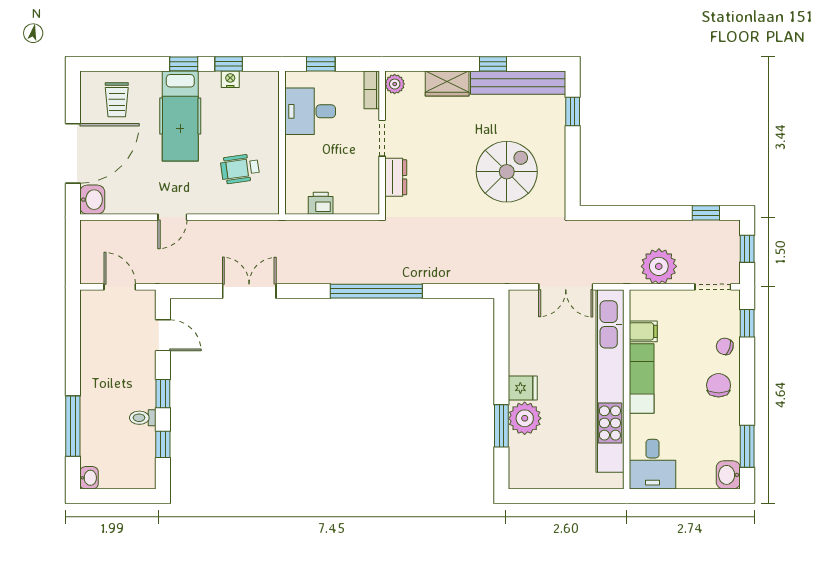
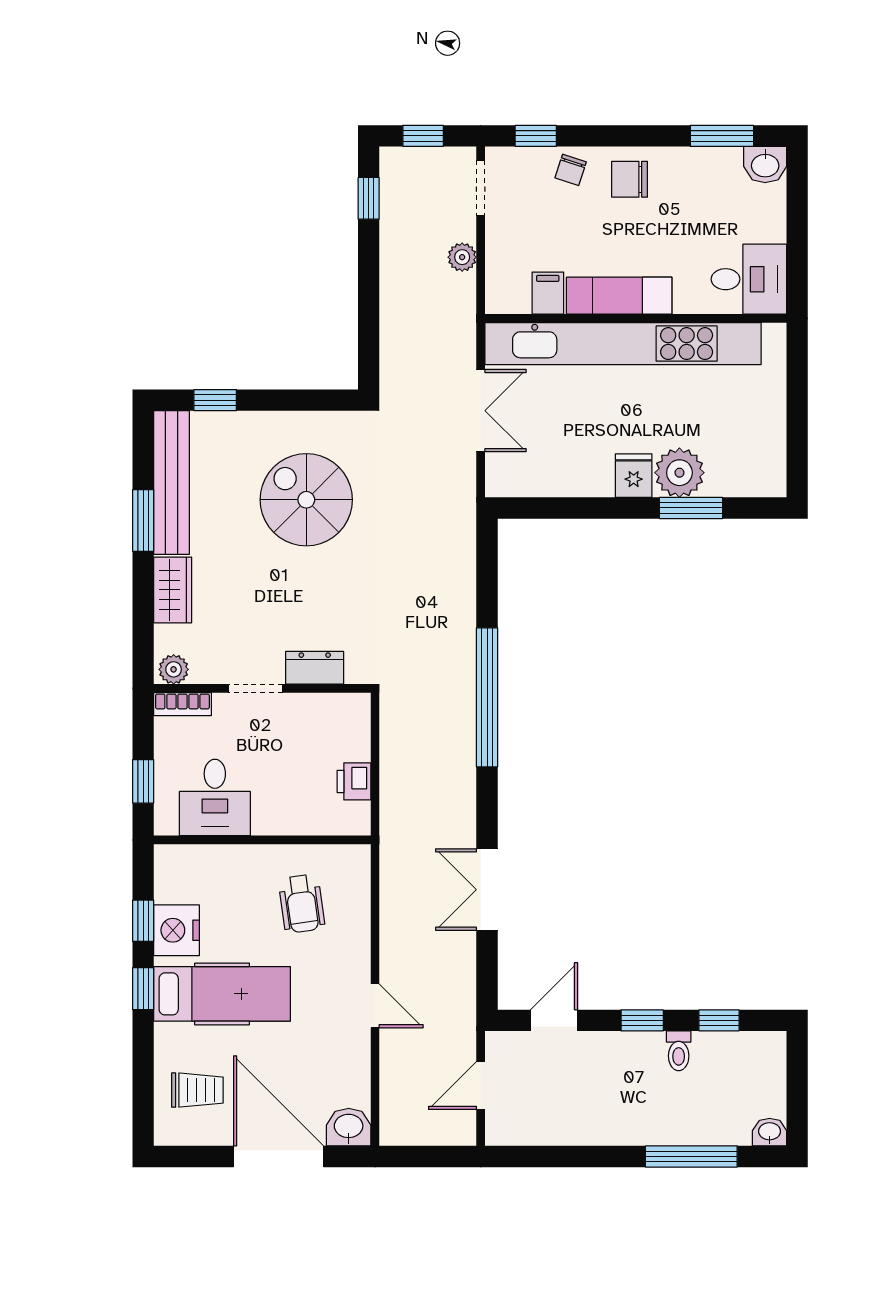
window: (493, 64) -> (143, 521), width x1.50
nightstand: (230, 79) -> (176, 930), width x1.89, depth x1.79
plant: (659, 266) -> (462, 257), width x0.53, depth x0.53

